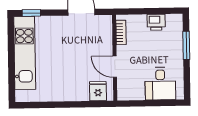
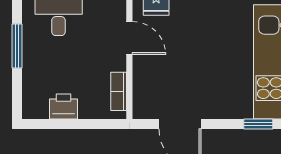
window: (186, 45) -> (17, 46), moved

